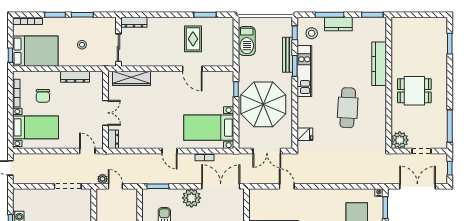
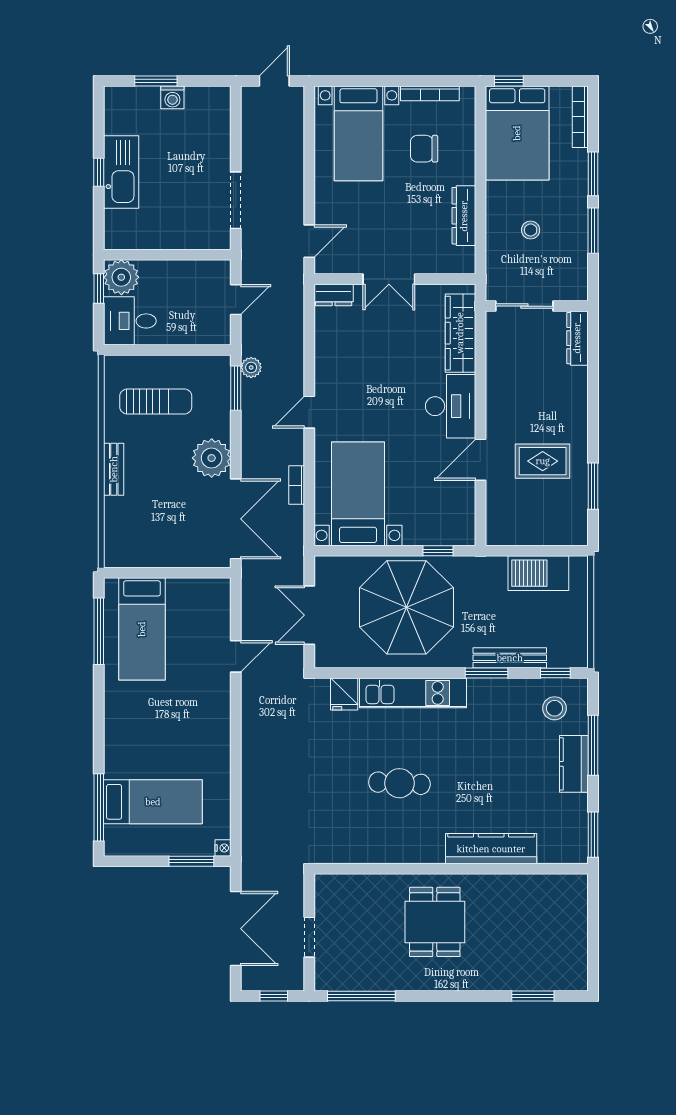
kitchen unit: (304, 71) -> (413, 693), moved
desk: (167, 83) -> (451, 406), added
cafe table: (348, 108) -> (399, 783), width x0.73, depth x0.74
plant: (400, 140) -> (332, 892), removed
plant: (102, 179) -> (251, 367), moved

